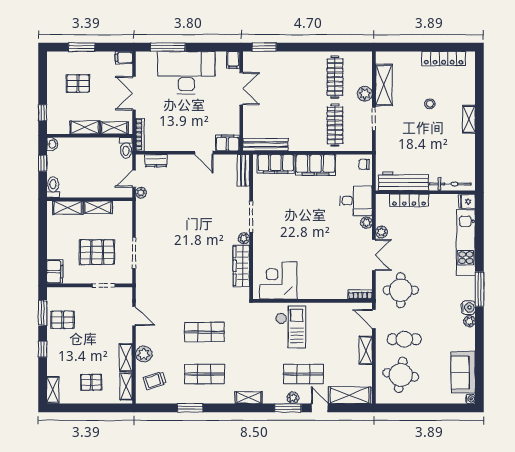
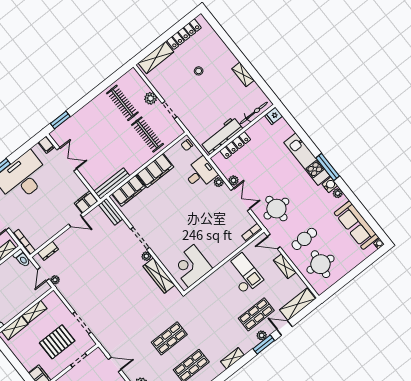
shelving: (384, 85) -> (156, 58), moved, turned 90
shelving: (469, 119) -> (243, 74), moved
kitchen unit: (466, 243) -> (307, 159), moved
checkout: (291, 327) -> (243, 274), moved
sofa: (463, 372) -> (356, 225), width x1.36

